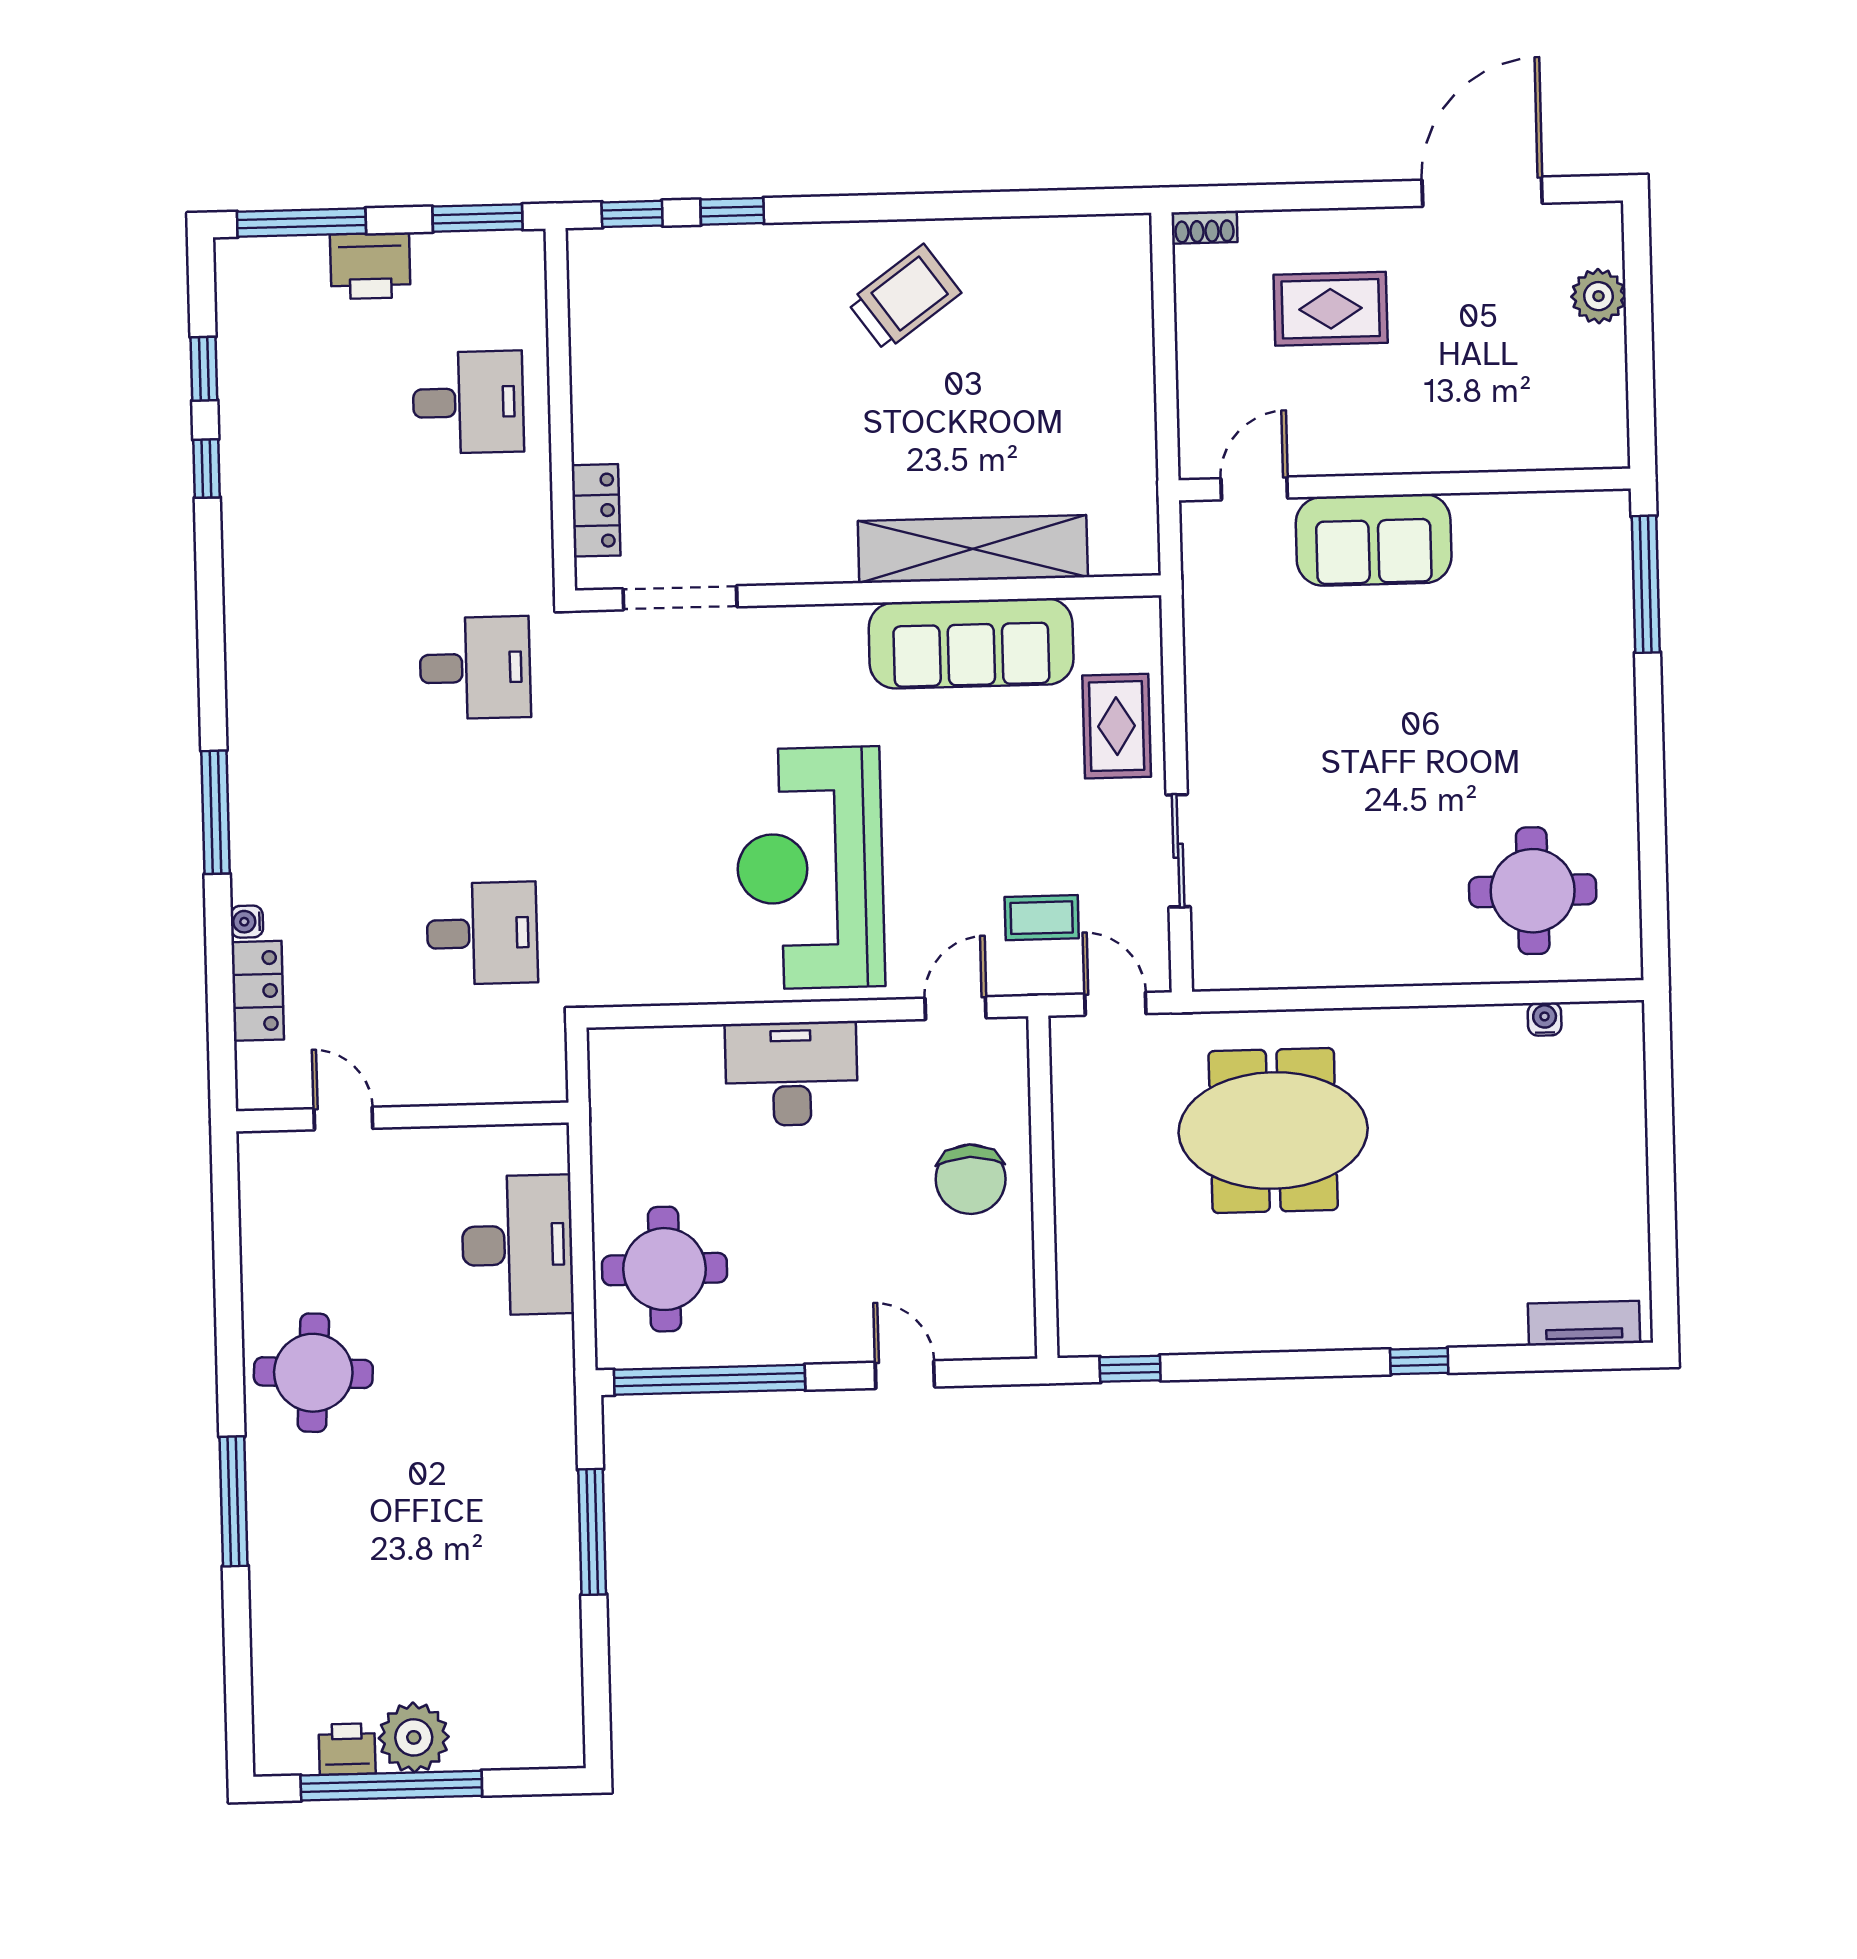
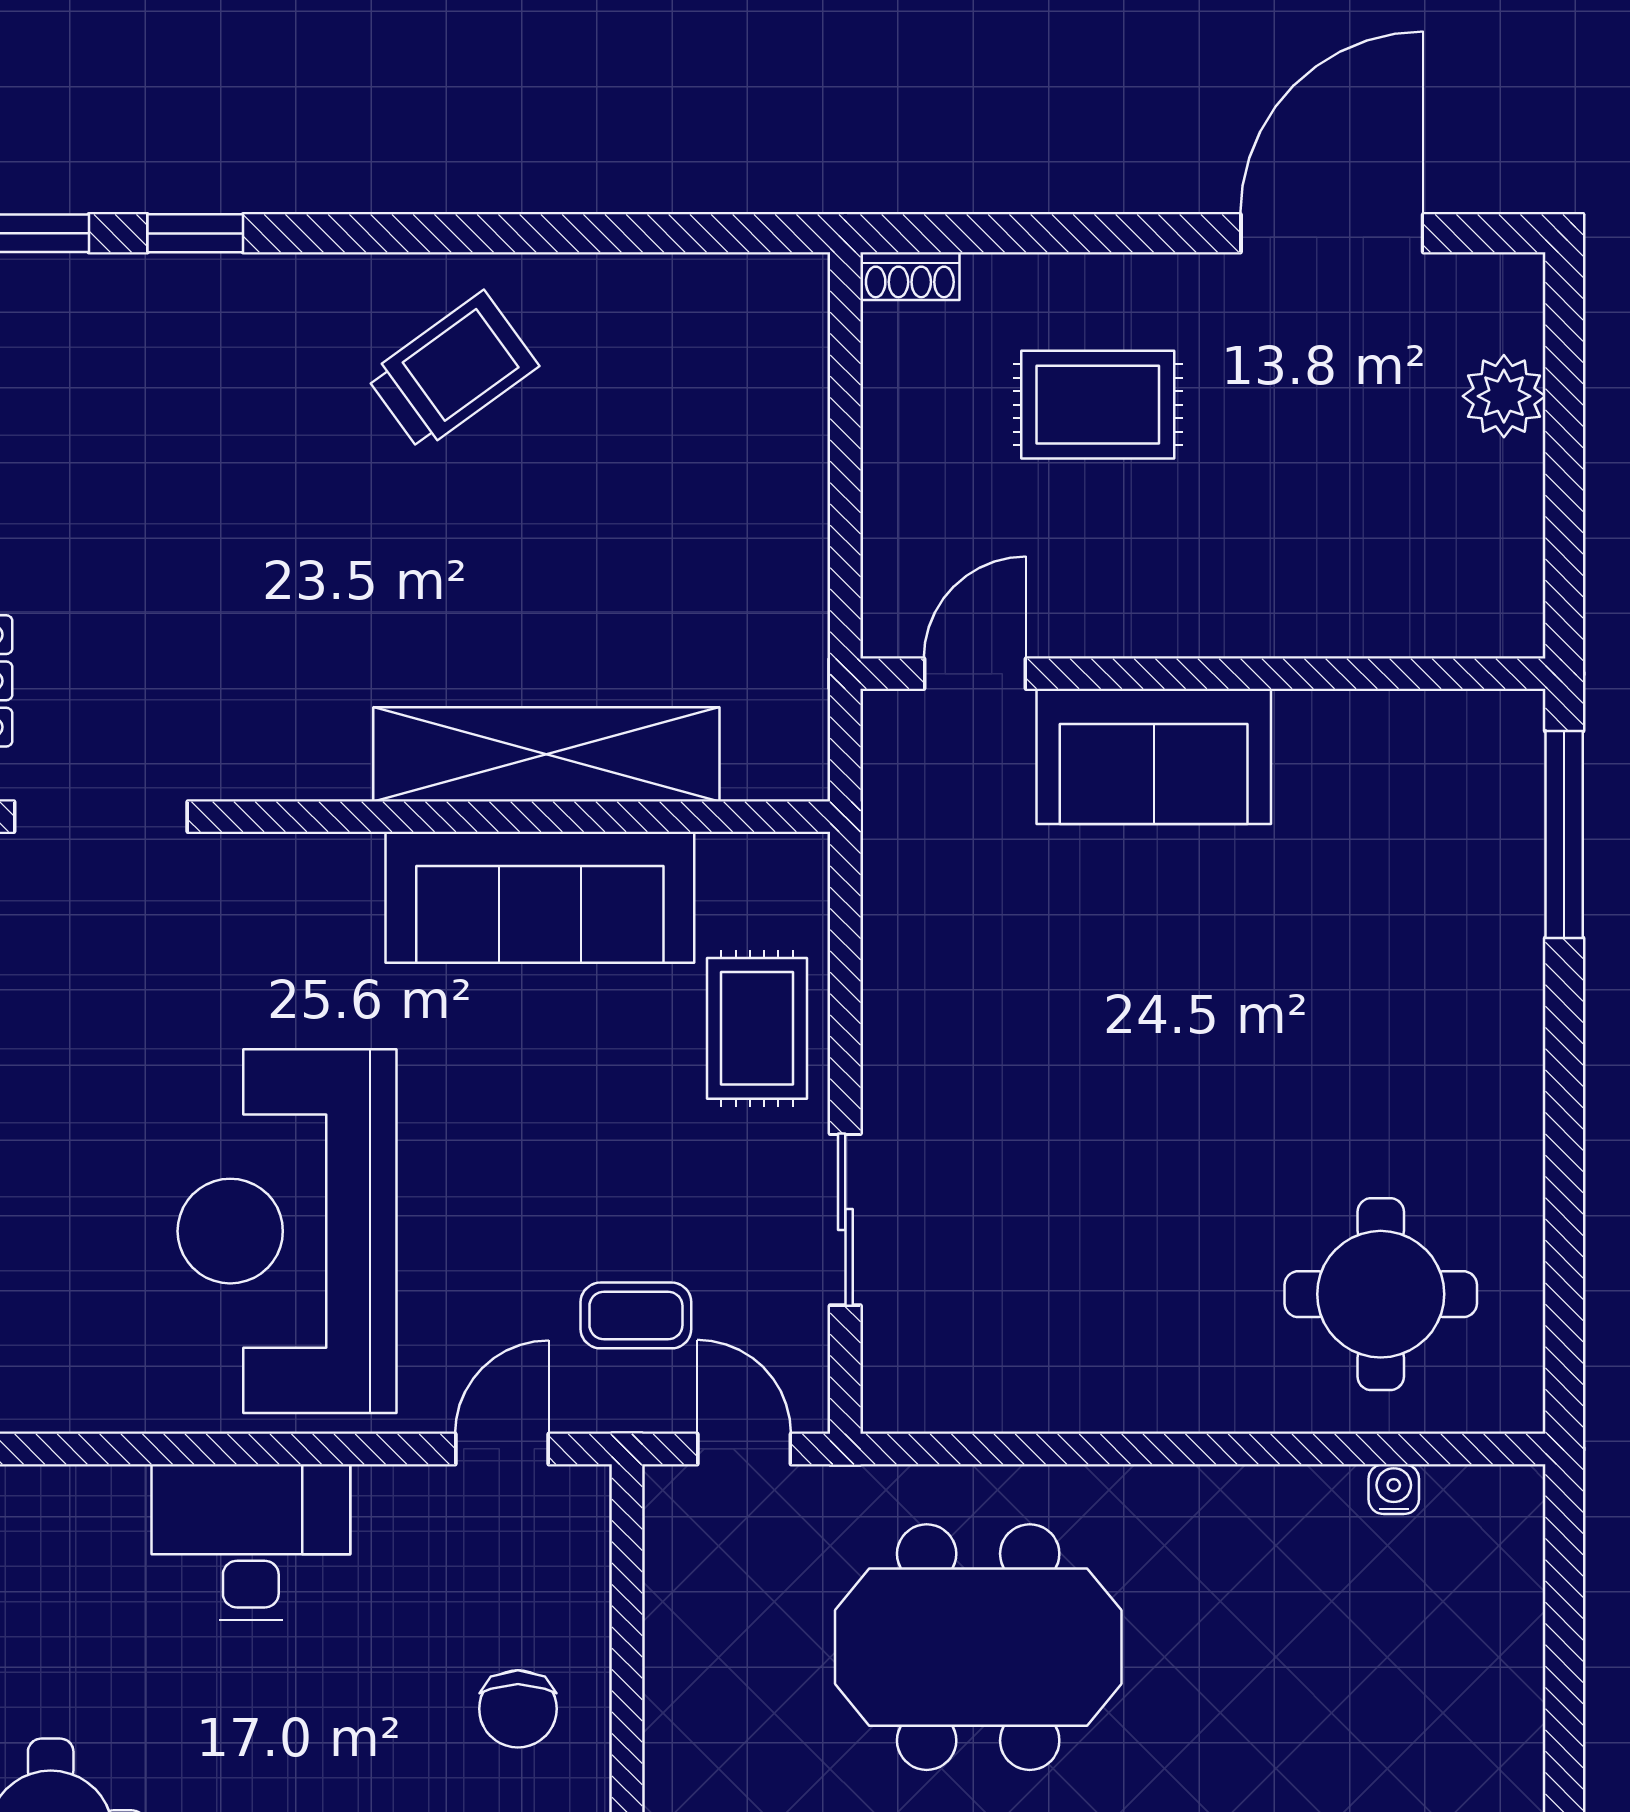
chair: (971, 1179) -> (518, 1709), width x0.73, depth x0.73

